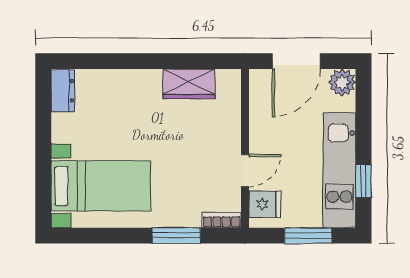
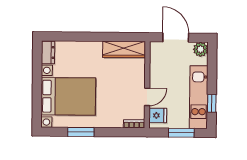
door: (296, 61) -> (176, 37), swing flipped
wardrobe: (189, 84) -> (124, 49), width x1.50
bed with nightstands: (101, 186) -> (68, 96), width x1.36
window: (176, 236) -> (81, 132), moved

